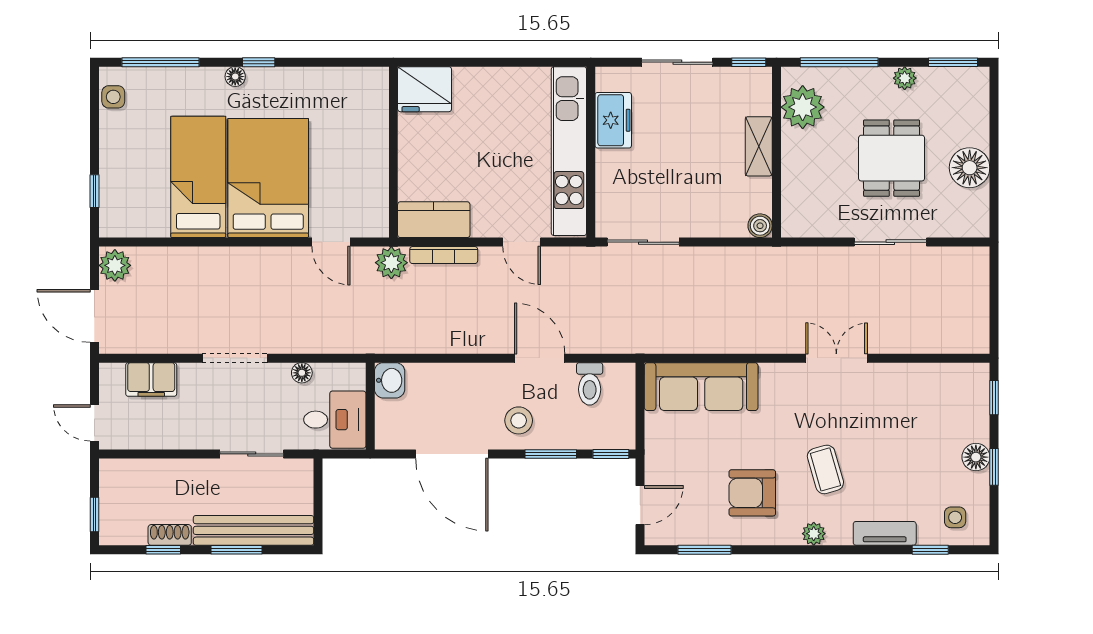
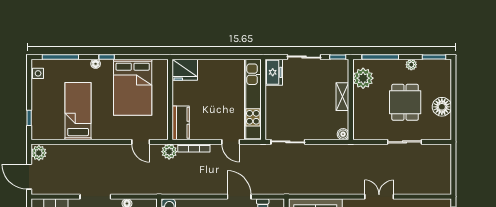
freezer: (613, 120) -> (274, 72), moved
bed: (268, 178) -> (133, 87), moved, turned 180
kitchen counter: (434, 220) -> (181, 123), moved, turned 90

